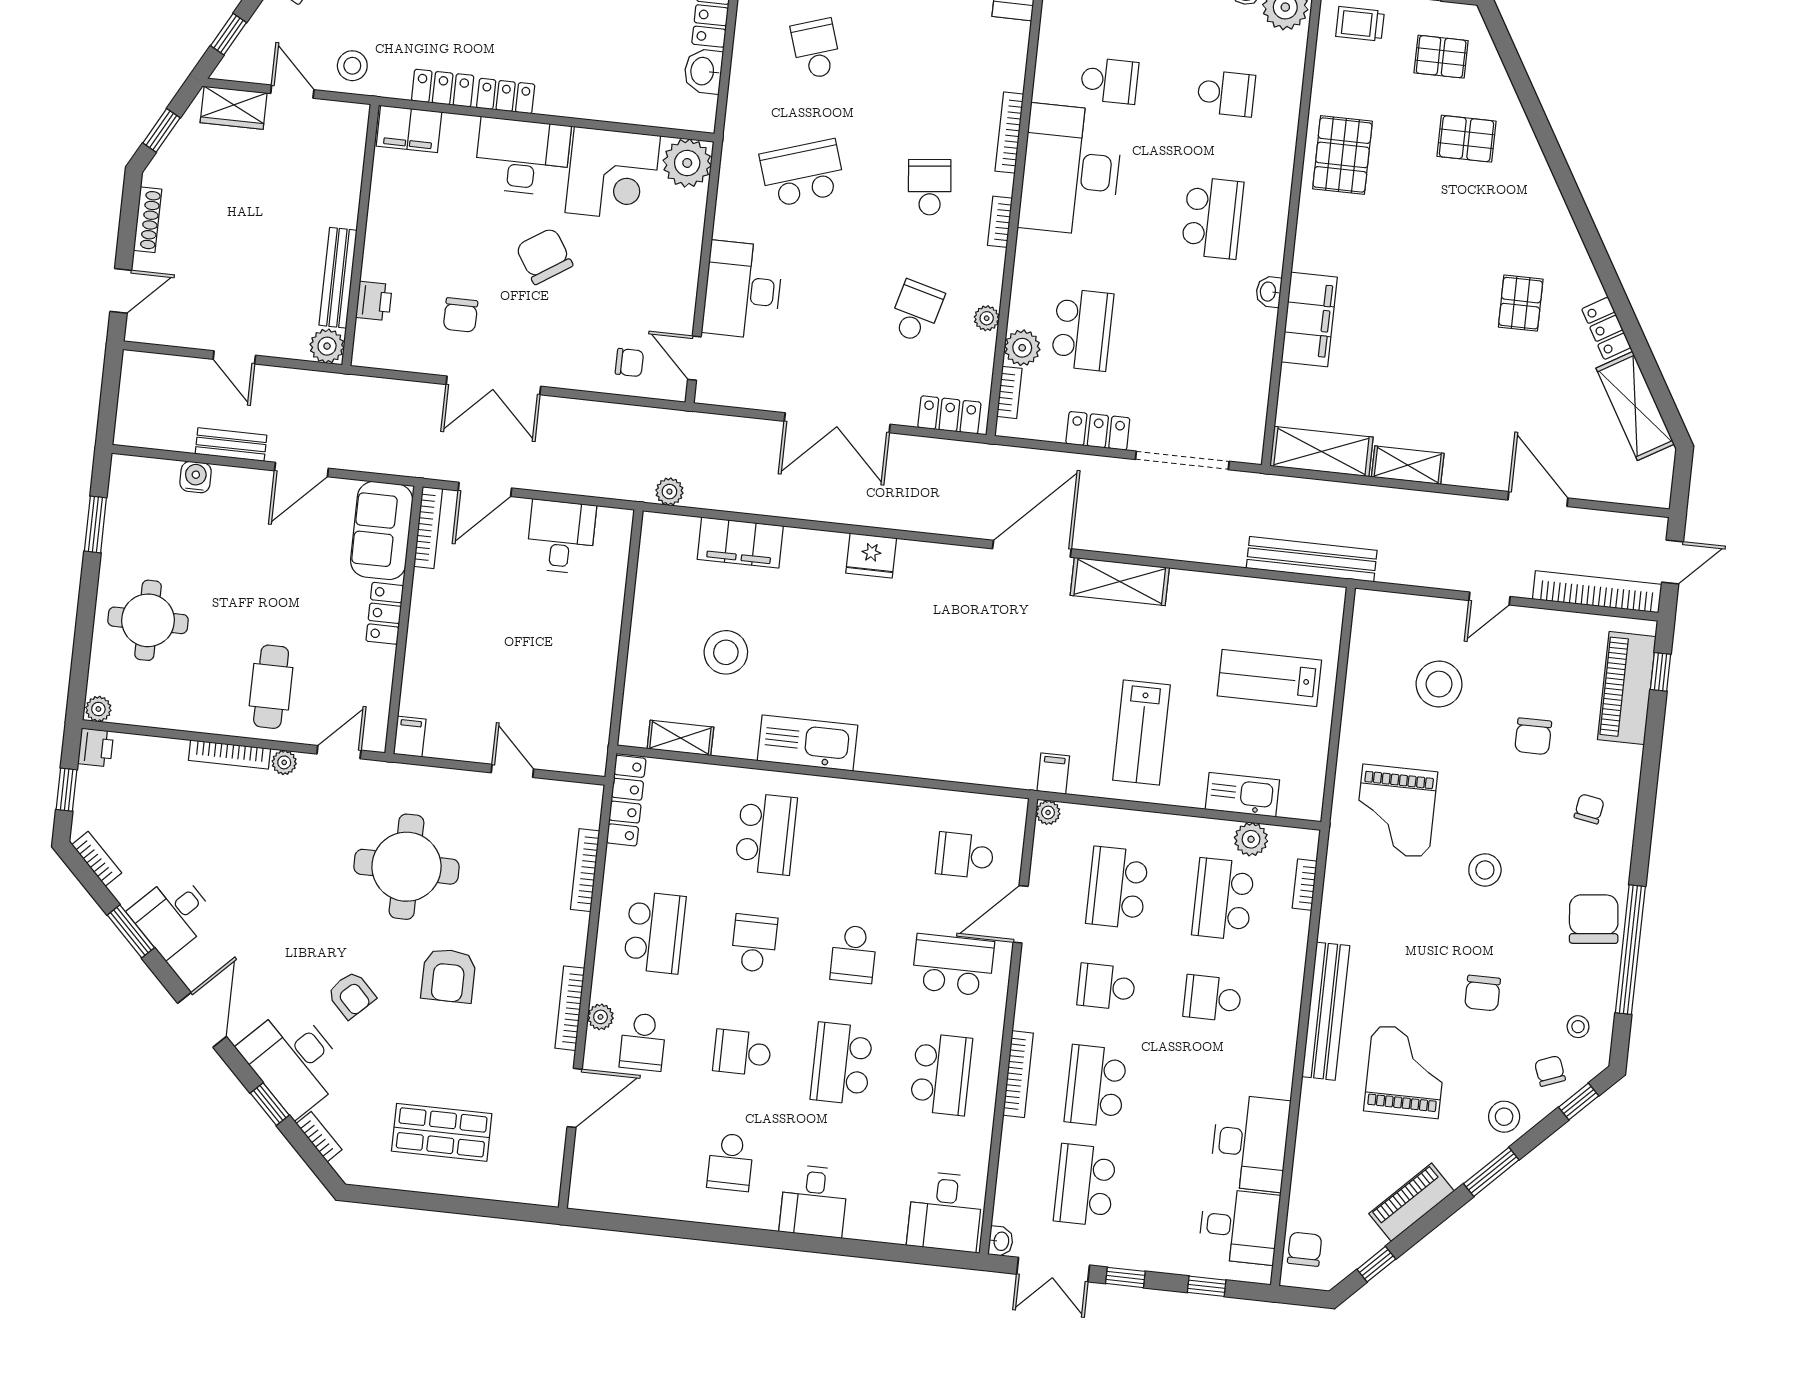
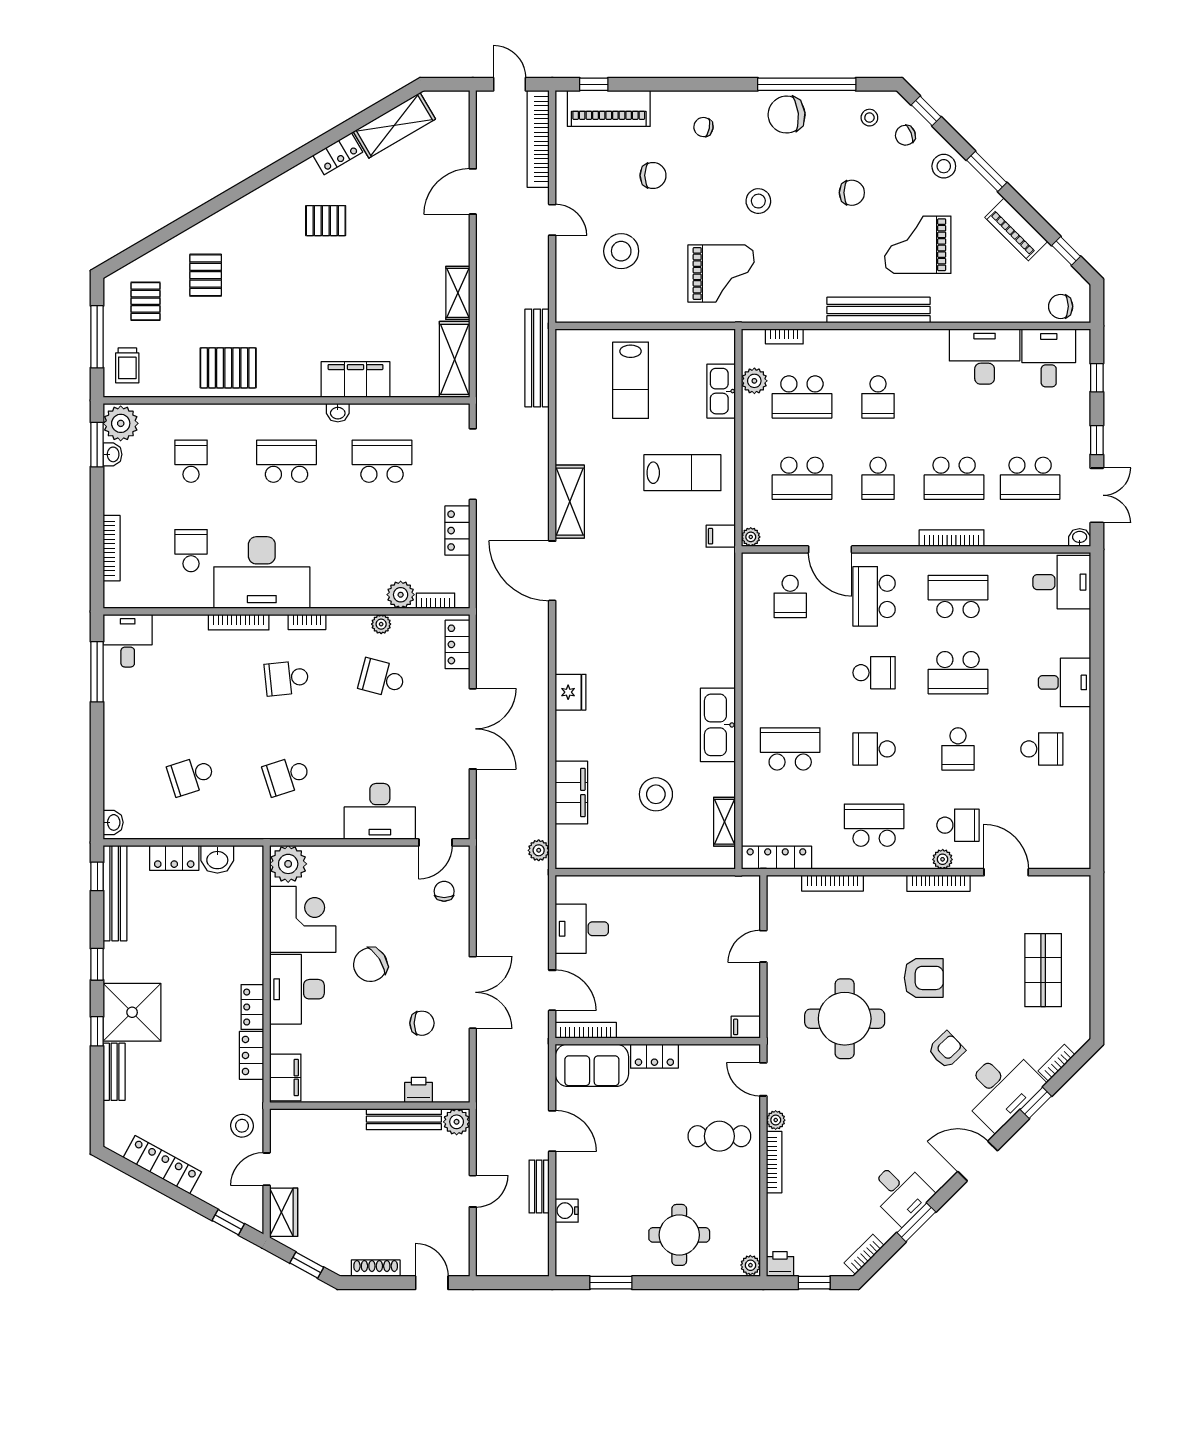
school desk: (802, 173) -> (287, 776), width x0.54
school desk: (1082, 330) -> (382, 461), moved

